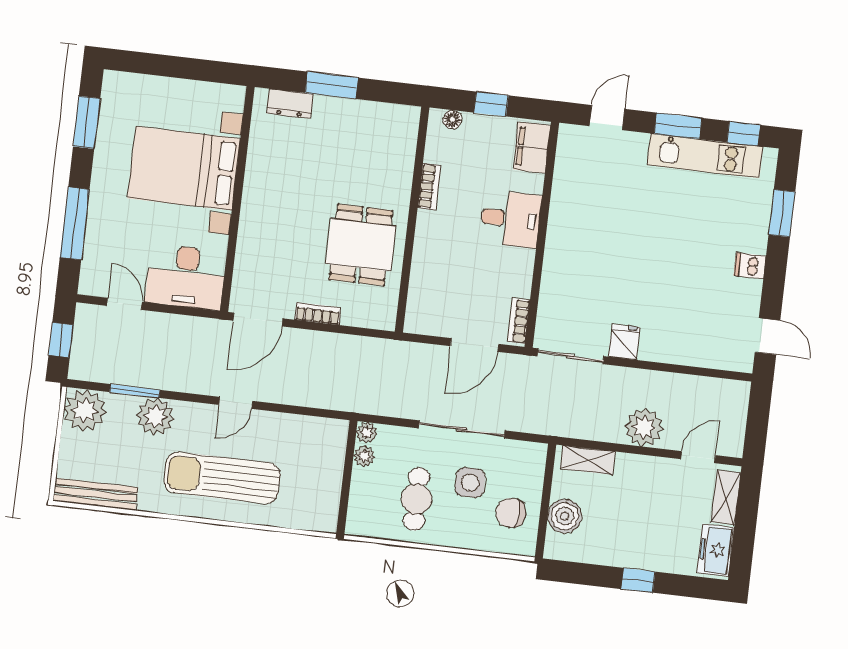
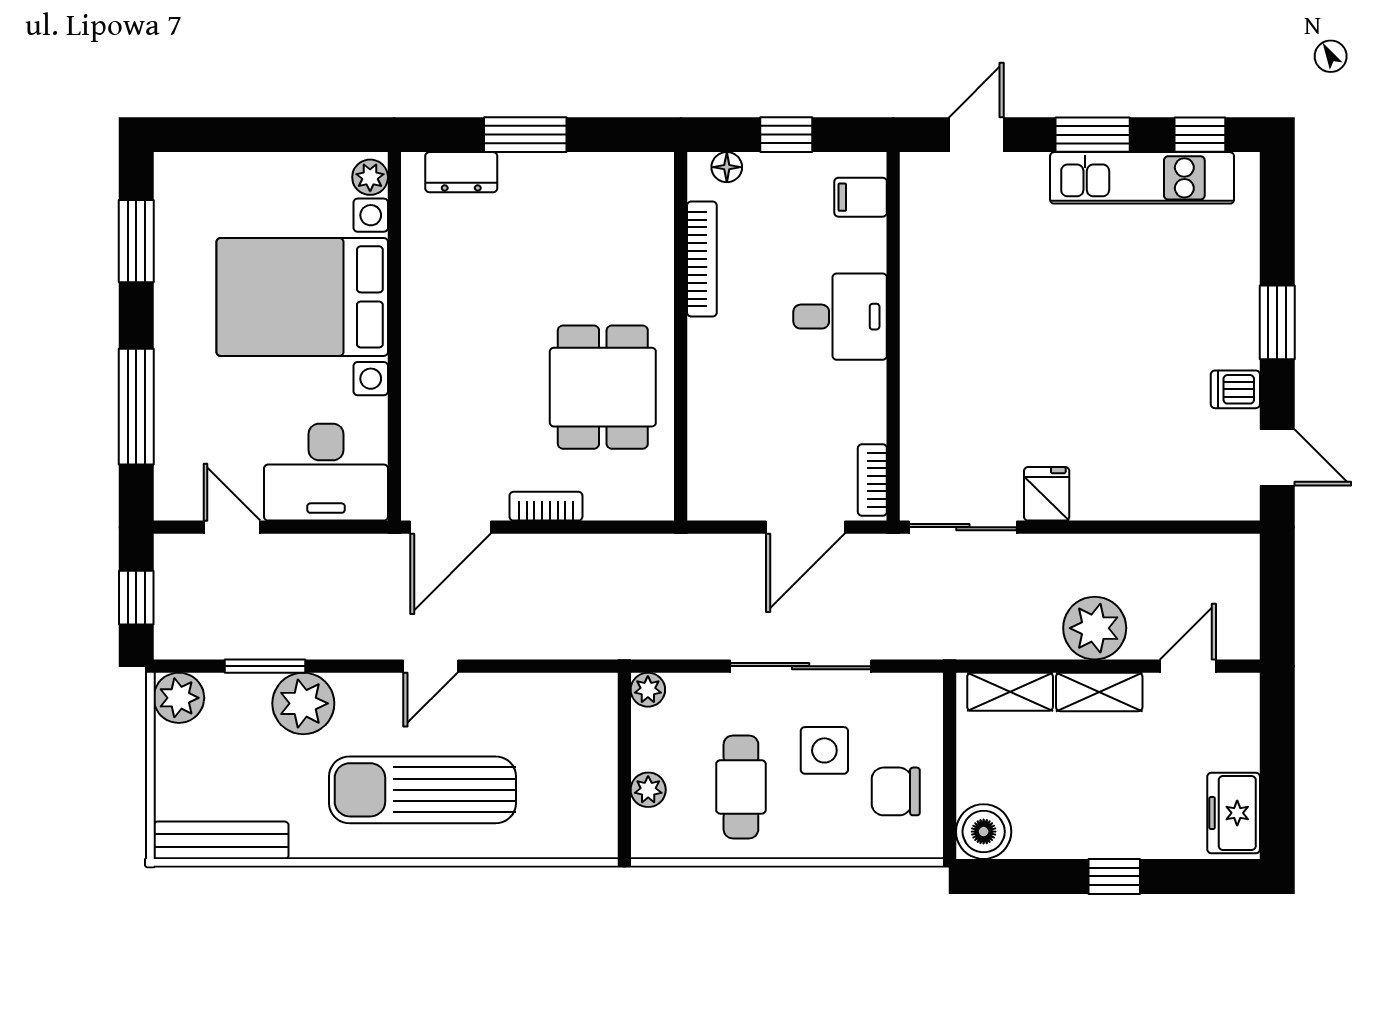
plant: (234, 100) -> (370, 177), added
filing cabinet: (532, 147) -> (861, 197), width x0.50
bookcase: (429, 187) -> (702, 259), width x1.56
window: (782, 213) -> (1277, 322), moved
dishwasher: (750, 266) -> (1235, 389), moved
plant: (85, 410) -> (179, 698), width x0.73, depth x0.73
plant: (364, 456) -> (648, 790), moved
shelving: (726, 498) -> (1099, 692), moved, turned 90
boiler: (565, 516) -> (984, 832), moved

